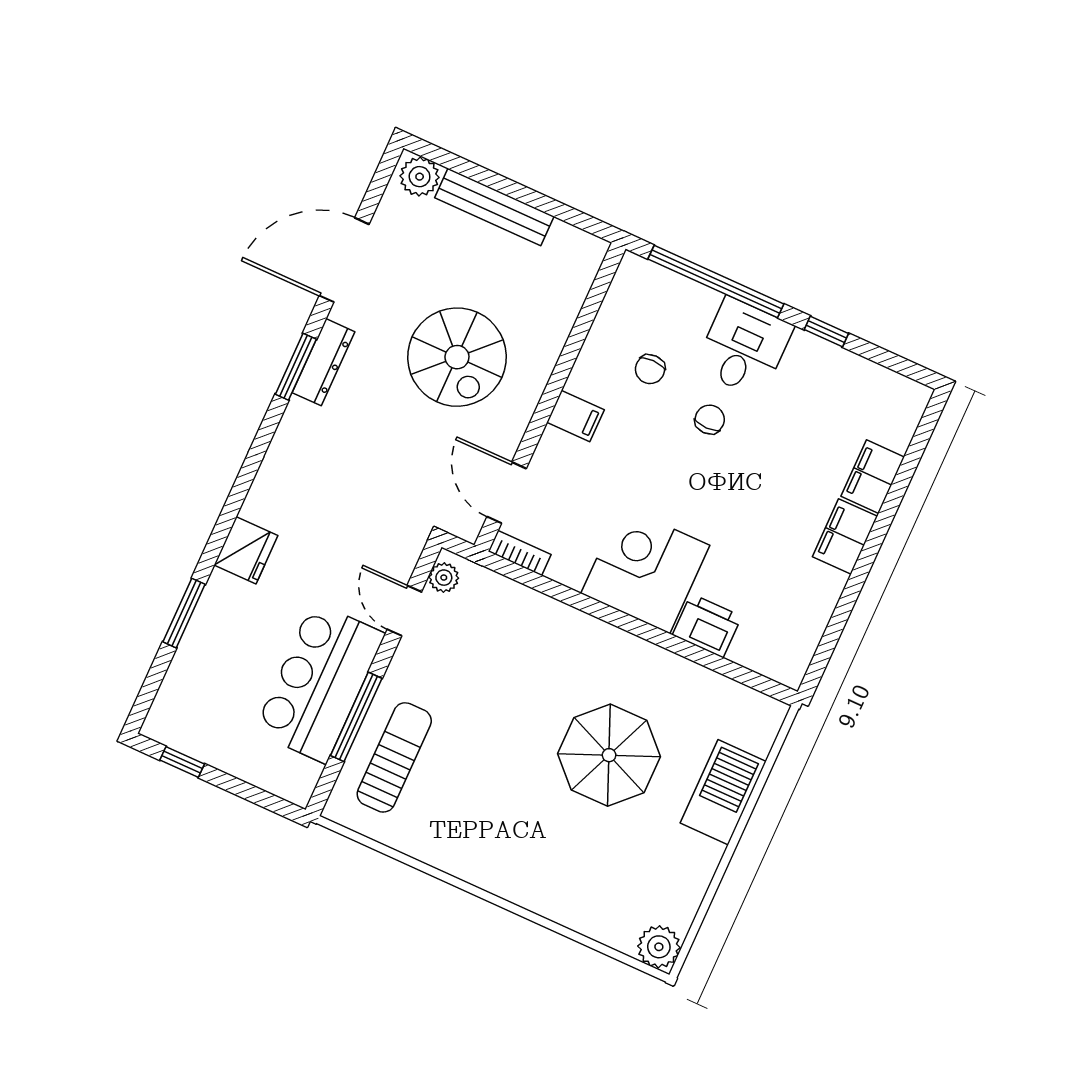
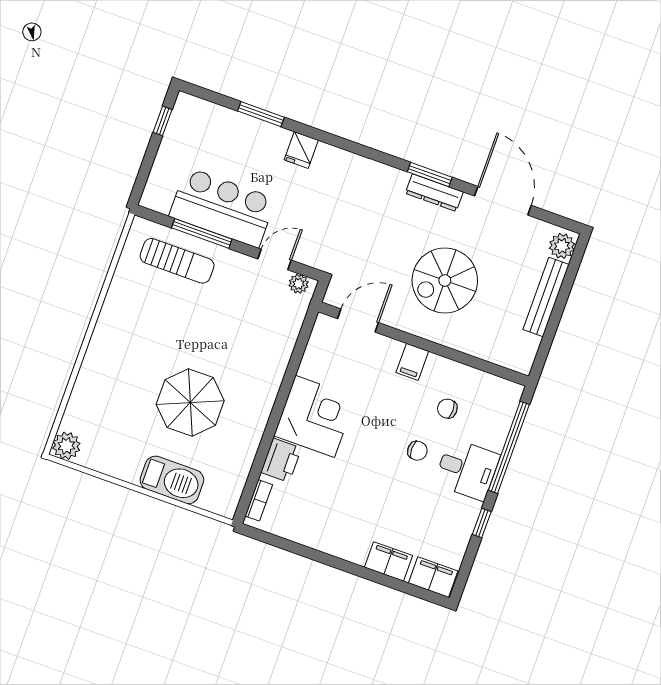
filing cabinet: (845, 537) -> (433, 577), moved
fridge: (246, 550) -> (301, 150), width x0.72
bookcase: (520, 553) -> (259, 500), moved

